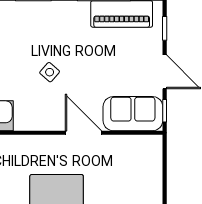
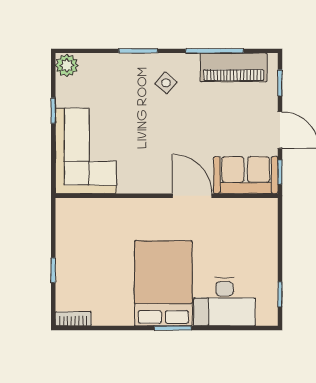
side table: (50, 72) -> (166, 83), moved

